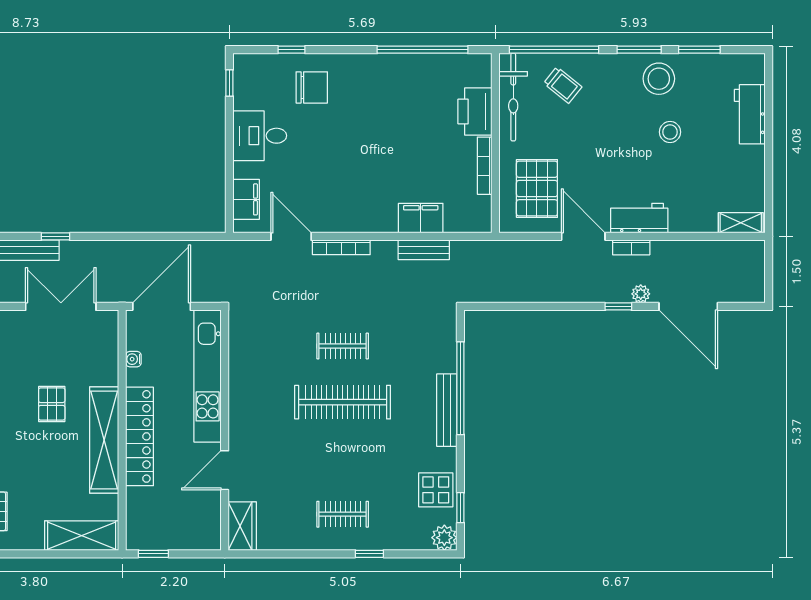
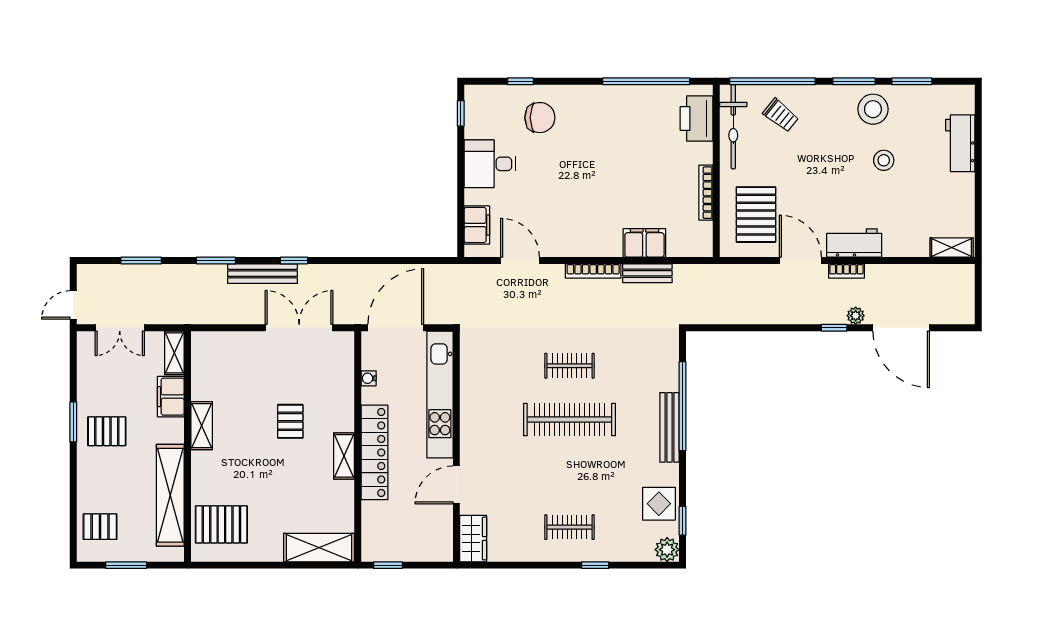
printer: (475, 112) -> (697, 119), moved
bookcase: (341, 247) -> (593, 271), moved
shelving: (104, 440) -> (344, 456), width x0.45, depth x0.75

